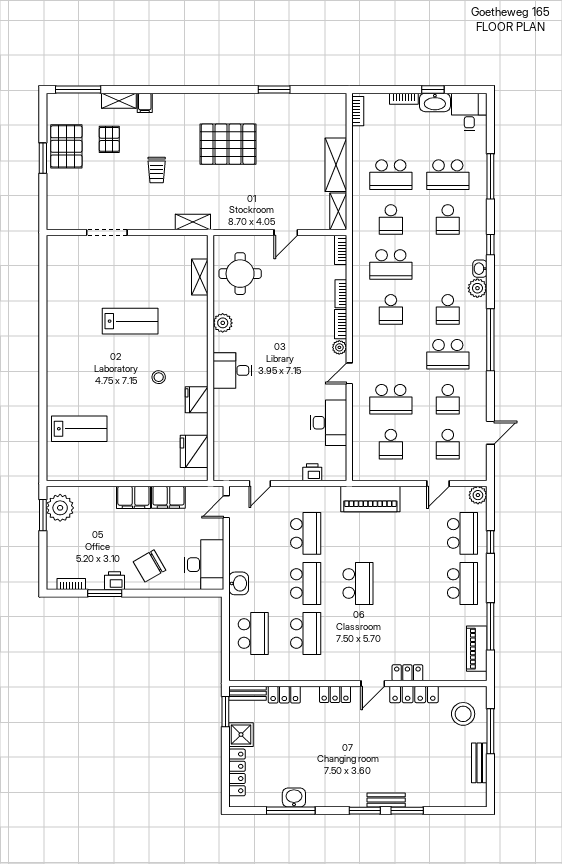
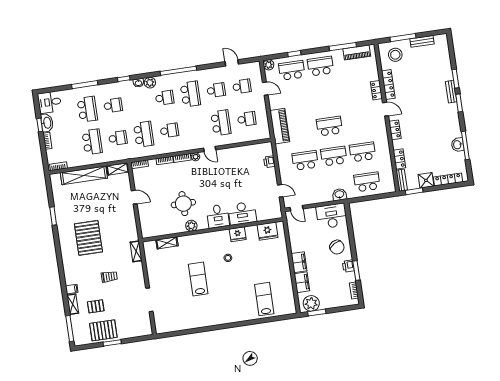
shelving: (336, 165) -> (84, 175), width x1.47
round table: (240, 274) -> (183, 204), moved
desk: (329, 423) -> (242, 213), moved, turned 180
filing cabinet: (168, 497) -> (302, 282), moved

